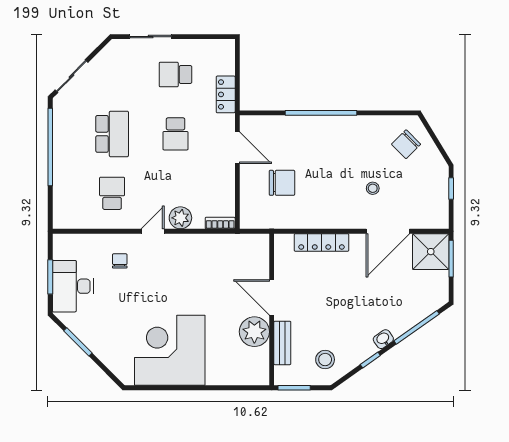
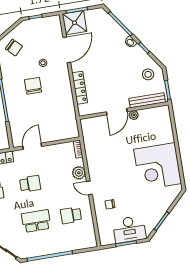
chair: (282, 183) -> (33, 86), moved
door: (388, 231) -> (67, 50), hinge flipped
plant: (254, 332) -> (134, 115), width x0.53, depth x0.53
bench: (282, 343) -> (147, 100), width x1.36

